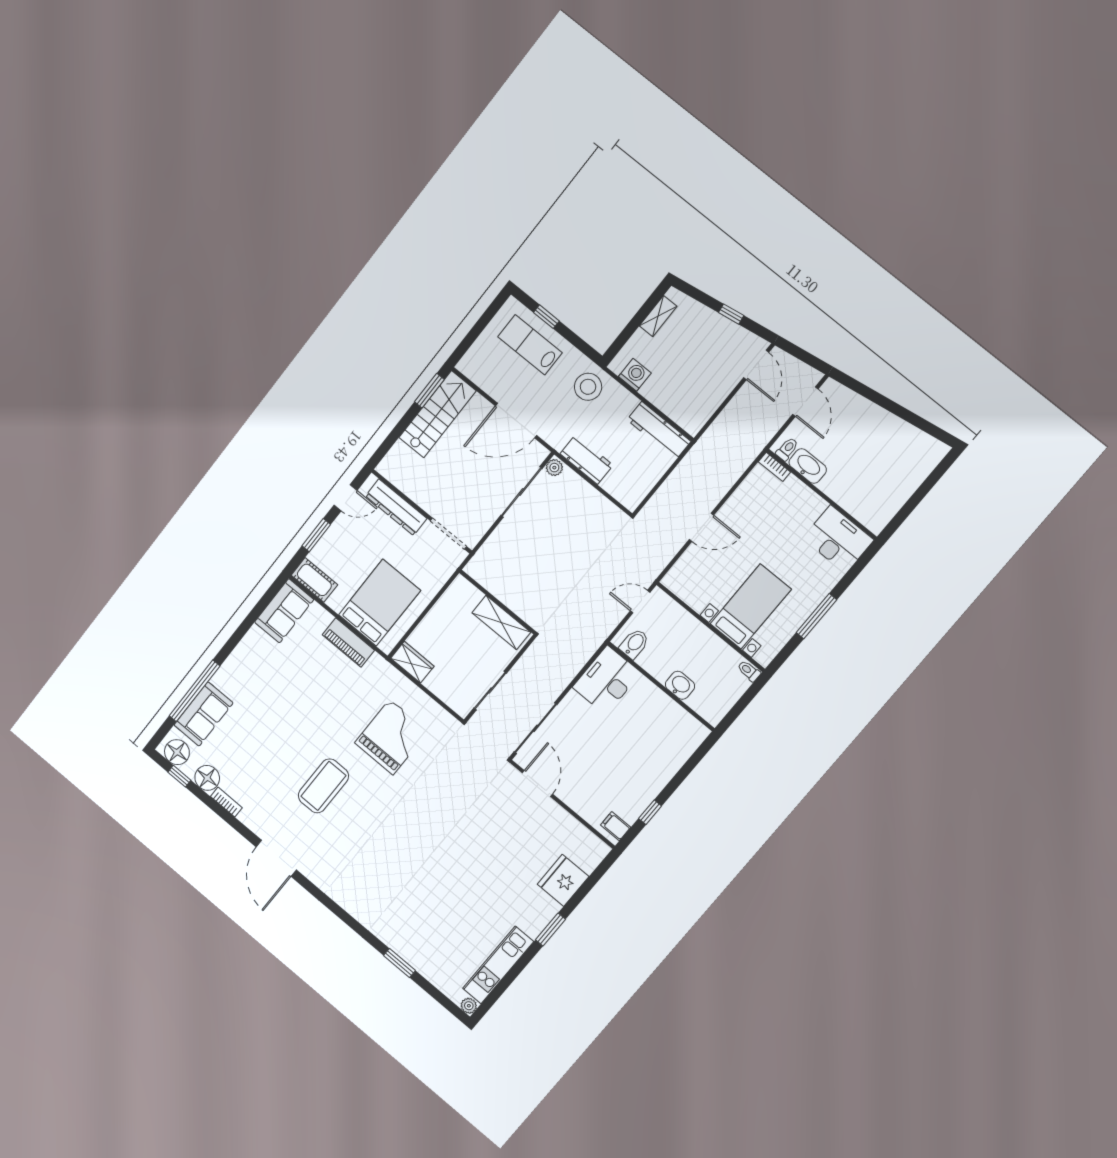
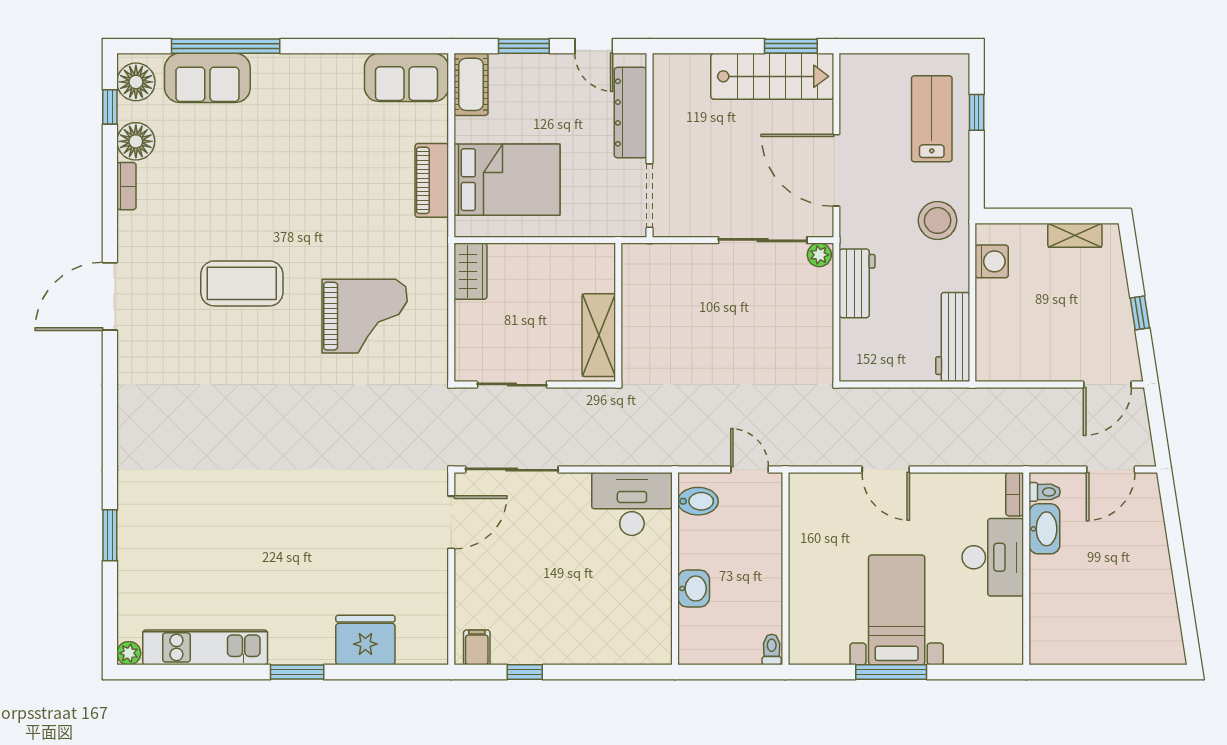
desk: (838, 539) -> (993, 557), moved
bed with nightstands: (751, 607) -> (897, 610), moved, turned -90

